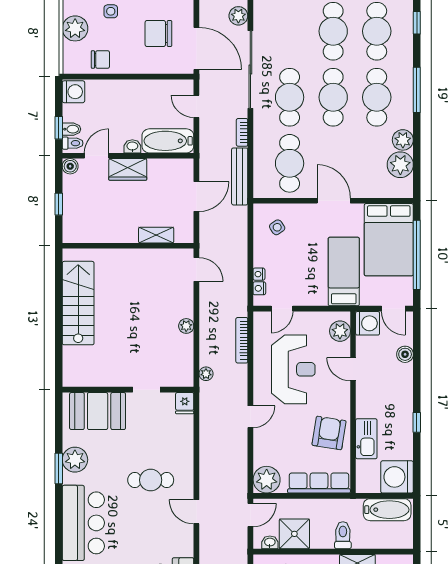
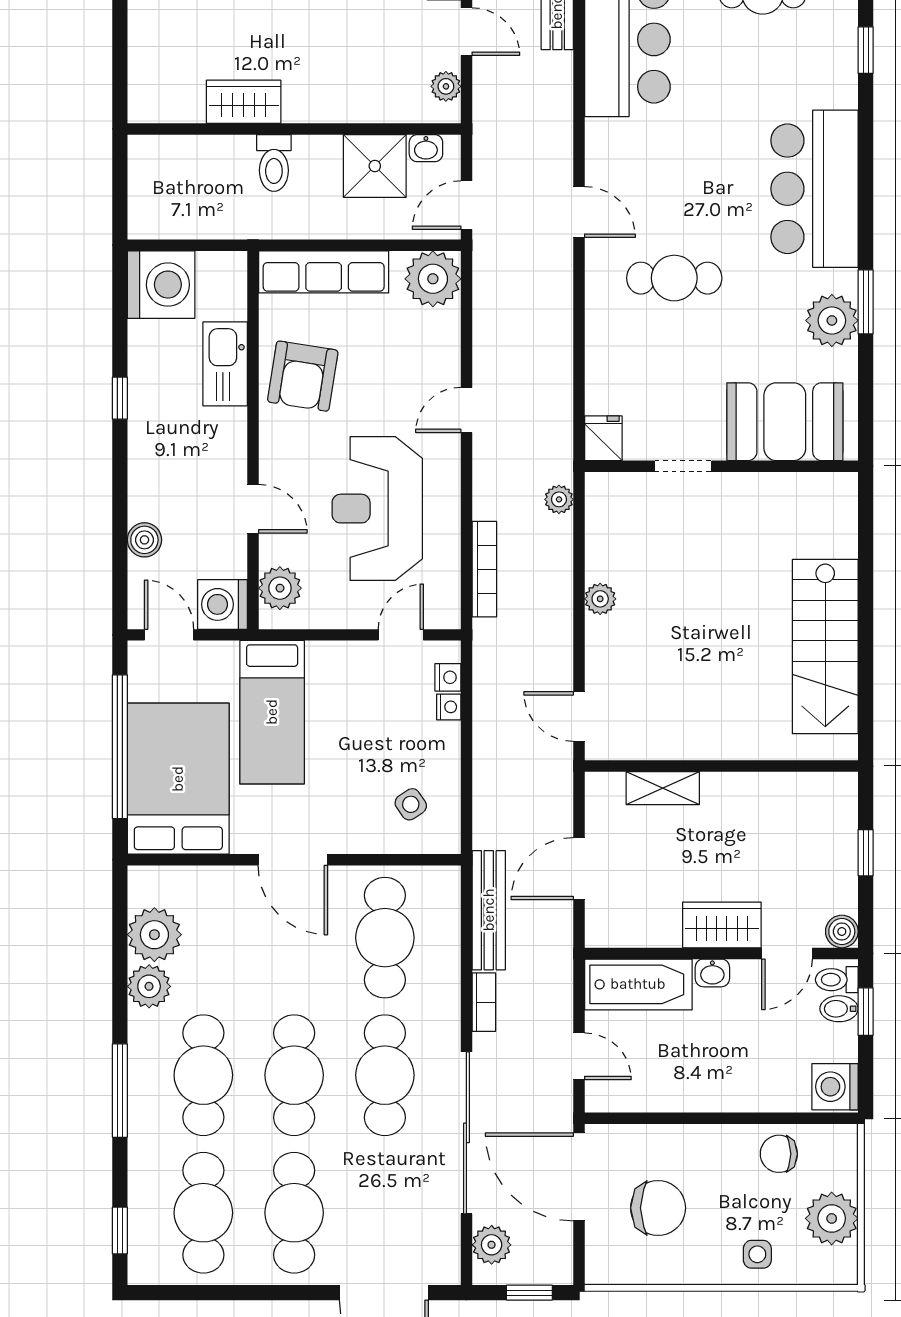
bathtub: (387, 510) -> (182, 216), removed

